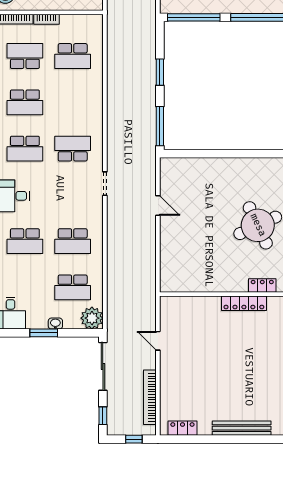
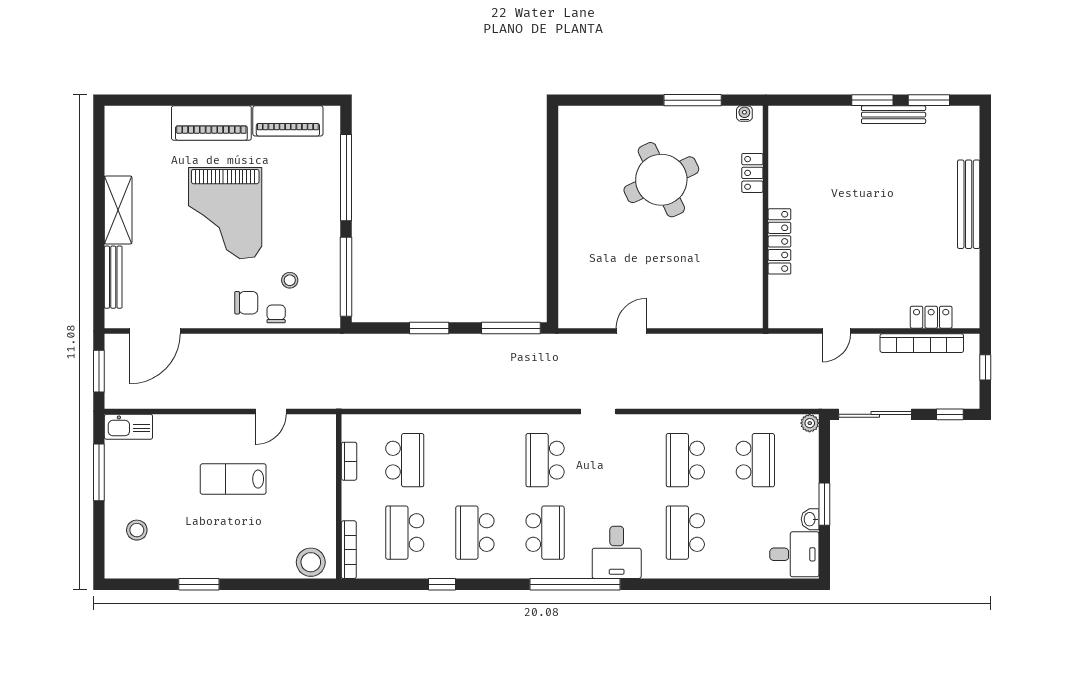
bookcase: (47, 19) -> (349, 461), moved
school desk: (25, 102) -> (475, 533), turned 180
school desk: (25, 241) -> (685, 533), turned 180
school desk: (73, 241) -> (685, 460), turned 180
locker: (244, 303) -> (779, 241), moved
plant: (92, 318) -> (810, 423), width x0.53, depth x0.53
washbasin: (55, 324) -> (810, 519), moved
locker: (182, 428) -> (931, 317), moved, turned 90

